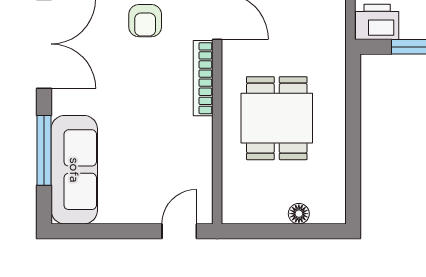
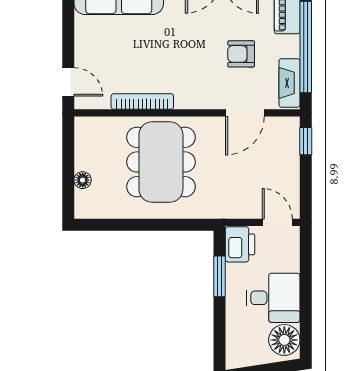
bookcase: (203, 78) -> (142, 101), moved
dining table: (277, 118) -> (161, 162), width x1.38

